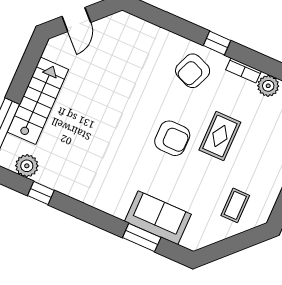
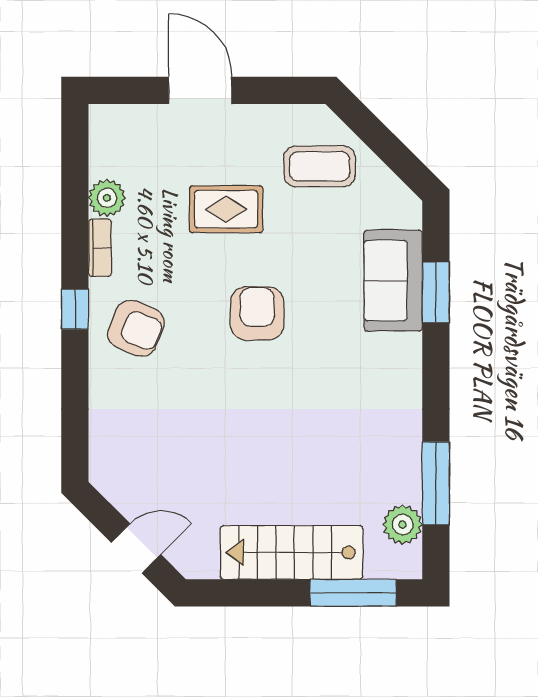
rug: (220, 136) -> (226, 209), moved
window: (41, 193) -> (436, 483), width x2.17
coffee table: (235, 205) -> (320, 166), width x1.36, depth x1.30

